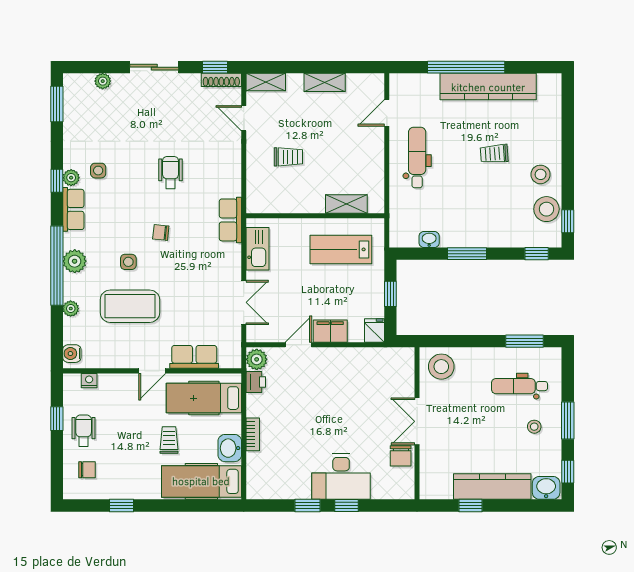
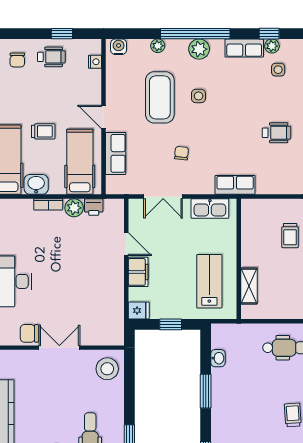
chair: (161, 232) -> (181, 153), moved
plant: (257, 359) -> (74, 208), moved

